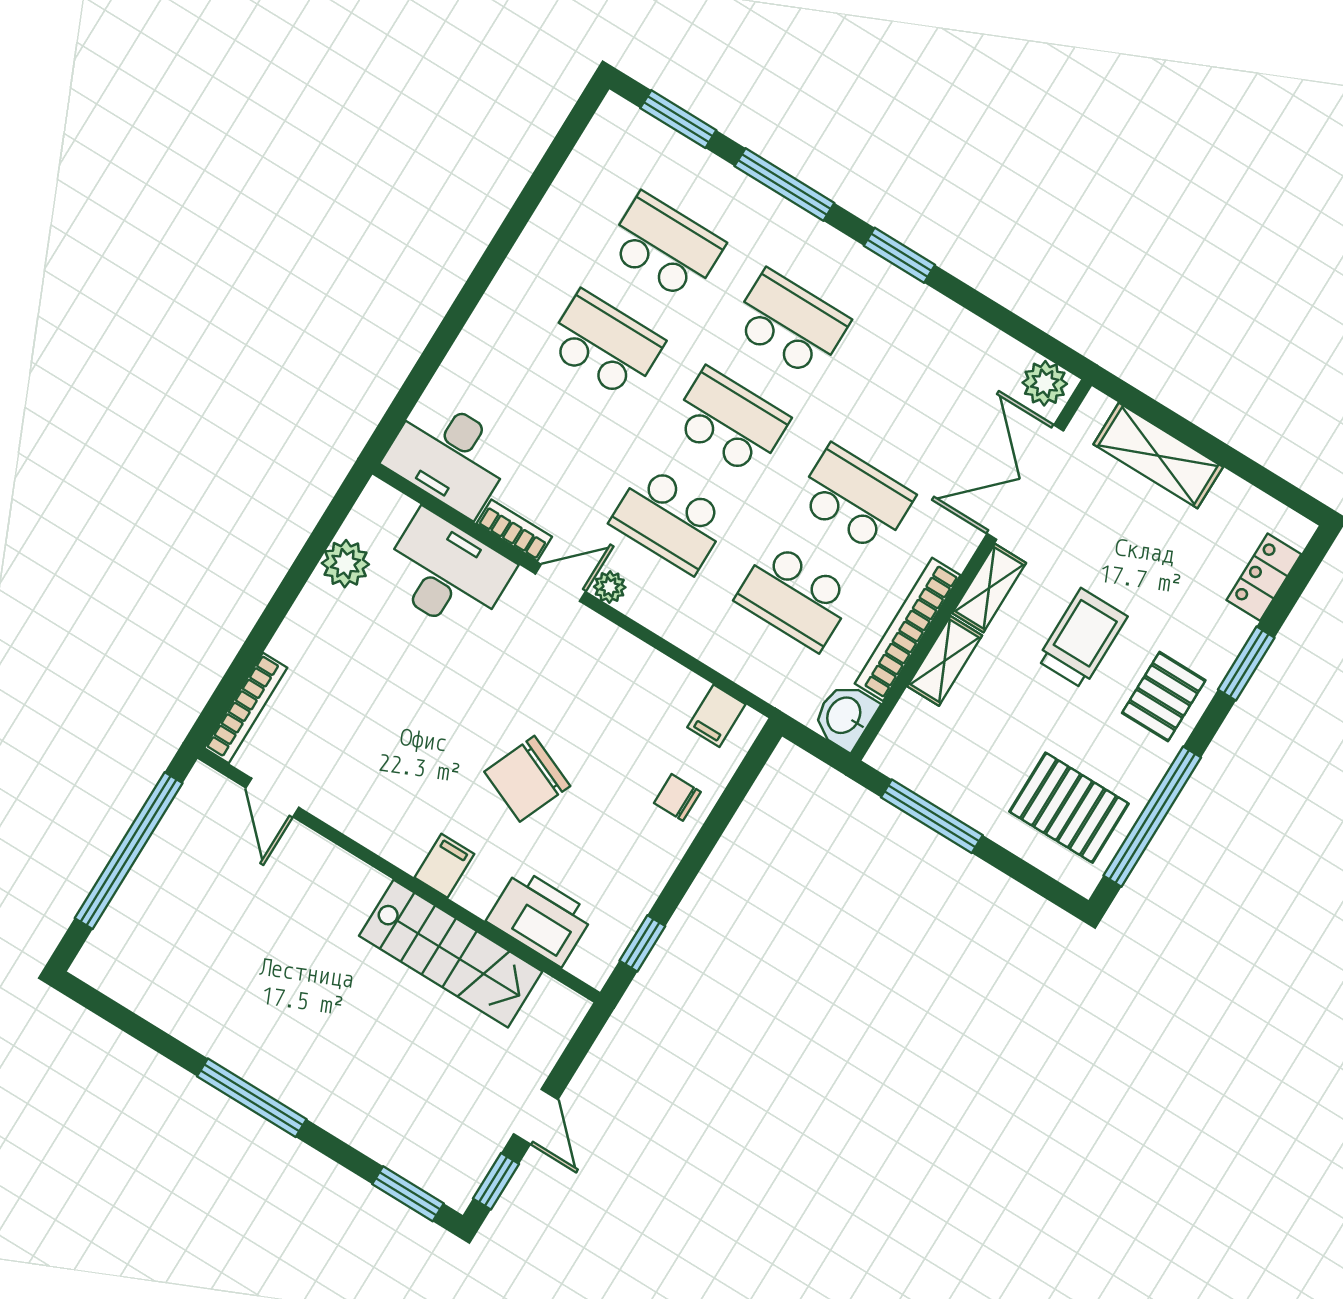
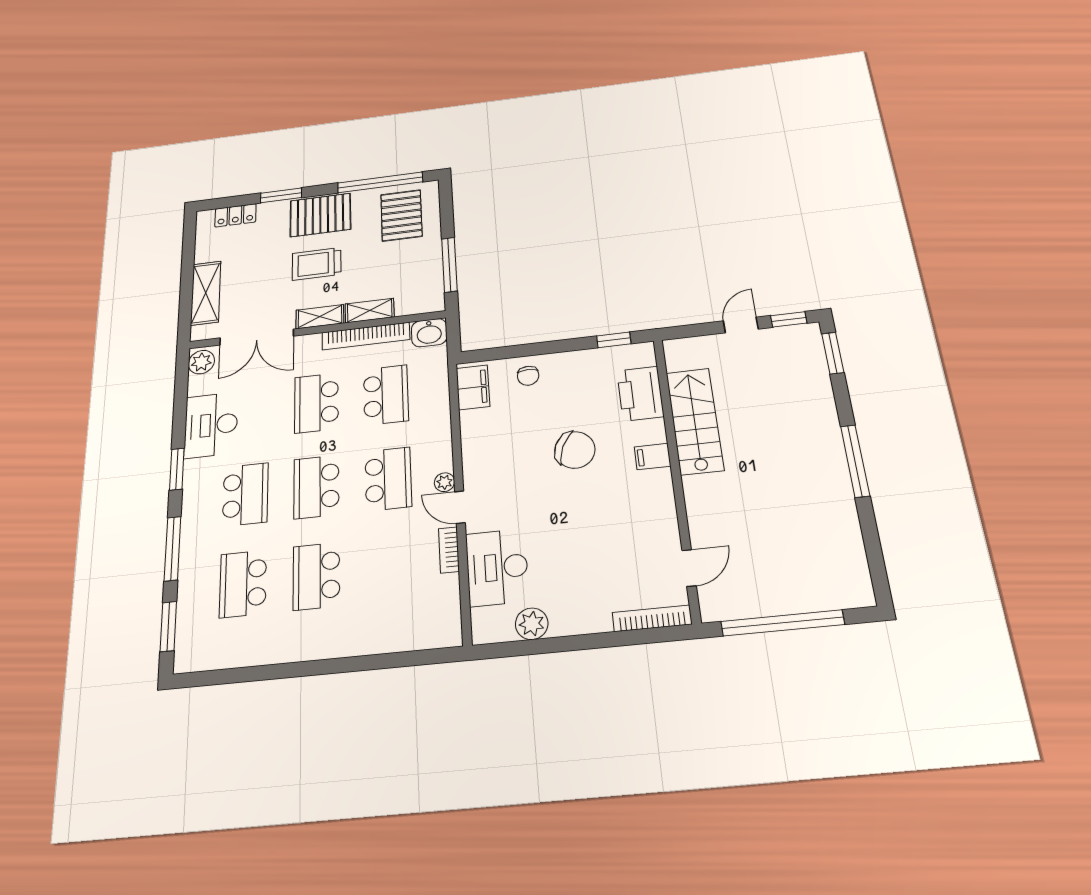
school desk: (790, 324) -> (245, 494), turned 180
desk: (449, 456) -> (211, 425), moved, turned 180
pallet: (1164, 697) -> (320, 215), width x1.50, depth x1.42
filing cabinet: (716, 716) -> (473, 387), width x2.00

